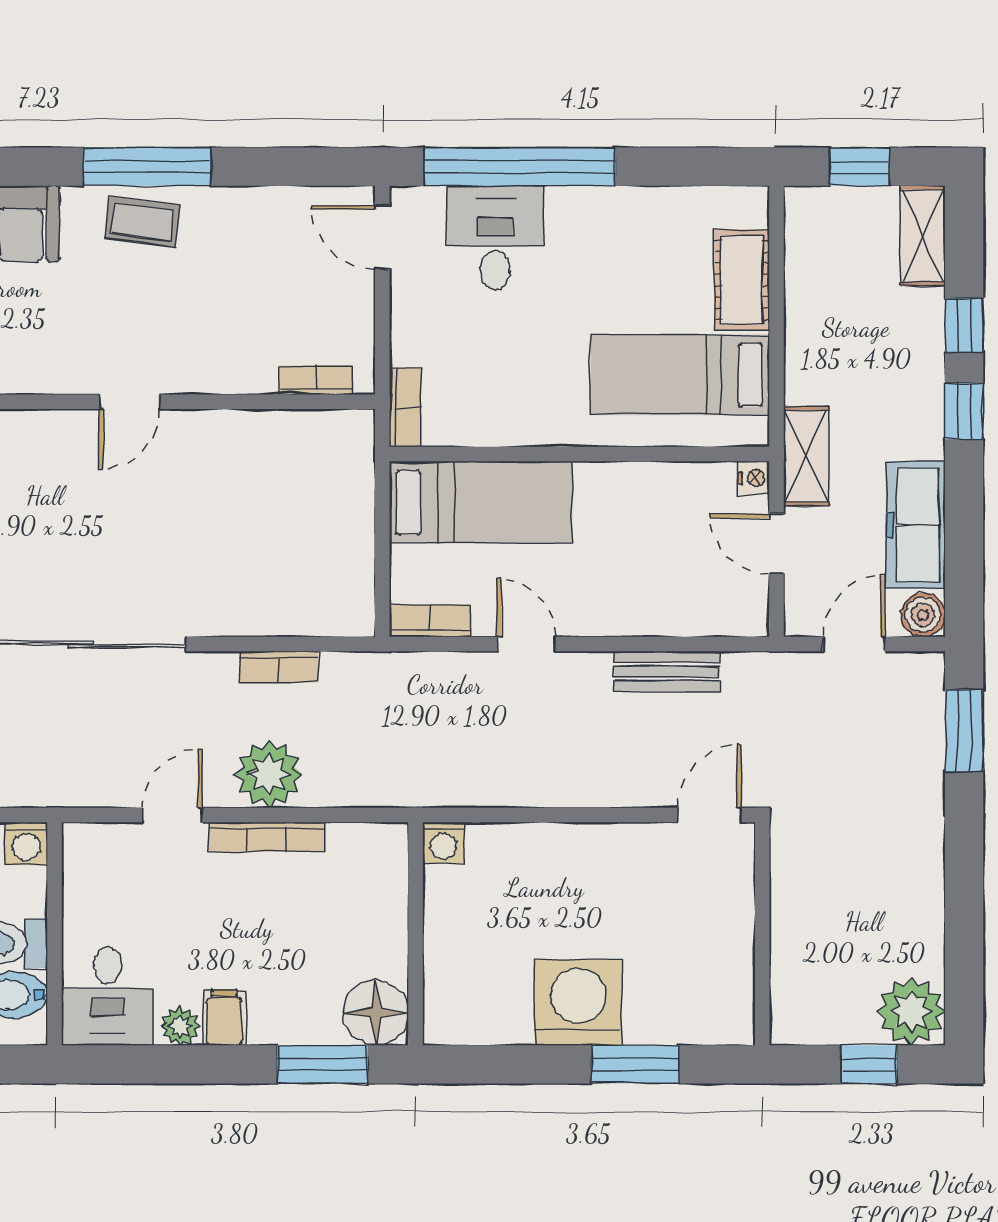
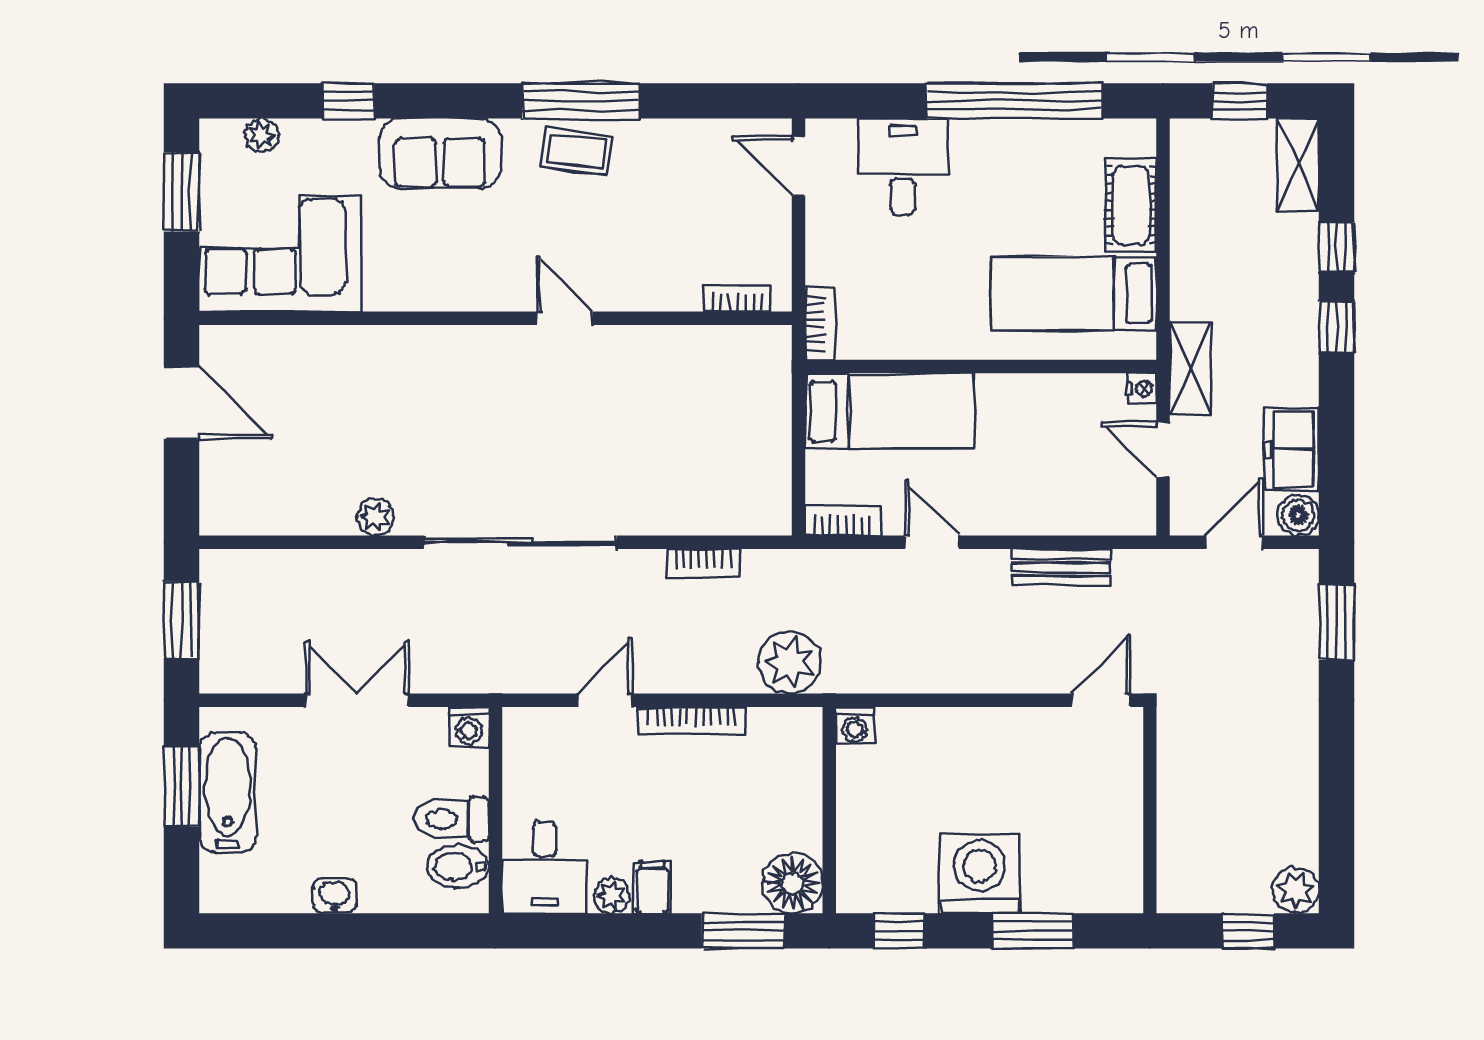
window: (520, 167) -> (1015, 101), moved
door: (129, 402) -> (565, 318), swing flipped
freezer: (916, 525) -> (1292, 449), width x0.71
plant: (269, 774) -> (790, 662), moved
plant: (911, 1011) -> (1296, 890), width x0.73, depth x0.73
window: (491, 1064) -> (899, 931), added

